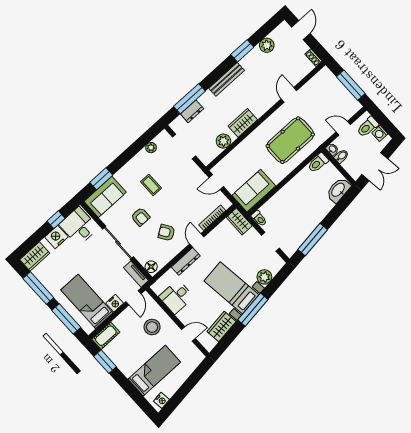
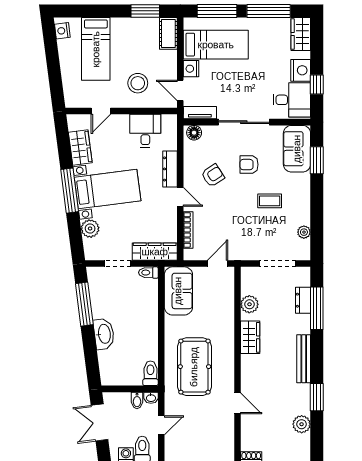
washbasin: (338, 190) -> (104, 334), moved
wardrobe: (239, 222) -> (155, 252), width x1.50

